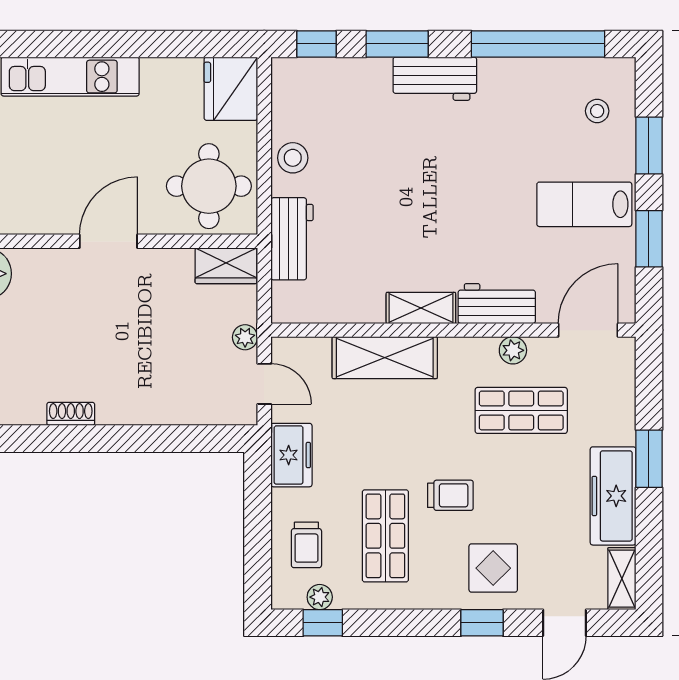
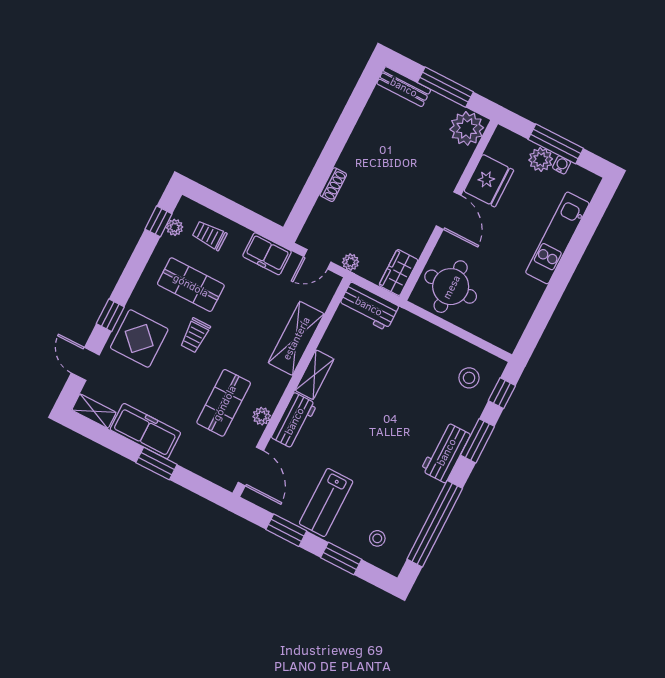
fridge: (231, 89) -> (489, 181), moved, turned 90
stool: (293, 158) -> (469, 378), moved
lab bench: (584, 204) -> (326, 503), turned 180
workbench: (292, 239) -> (369, 306), moved
shoe rack: (71, 414) -> (333, 185), moved
display table: (493, 568) -> (139, 338), width x1.36, depth x1.36

